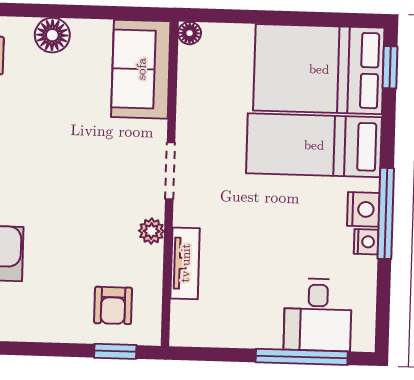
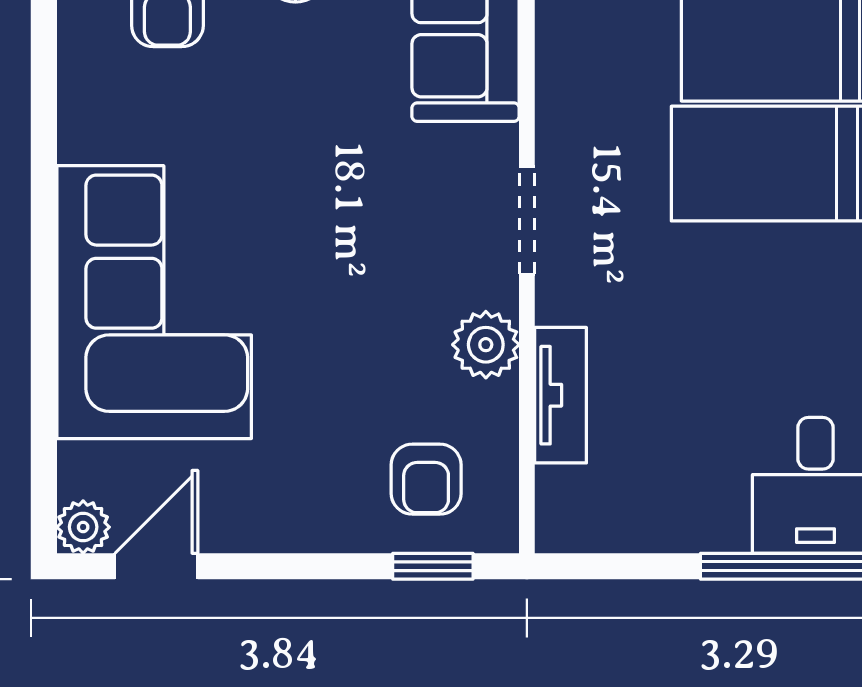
plant: (151, 231) -> (486, 345), width x1.38, depth x1.38

